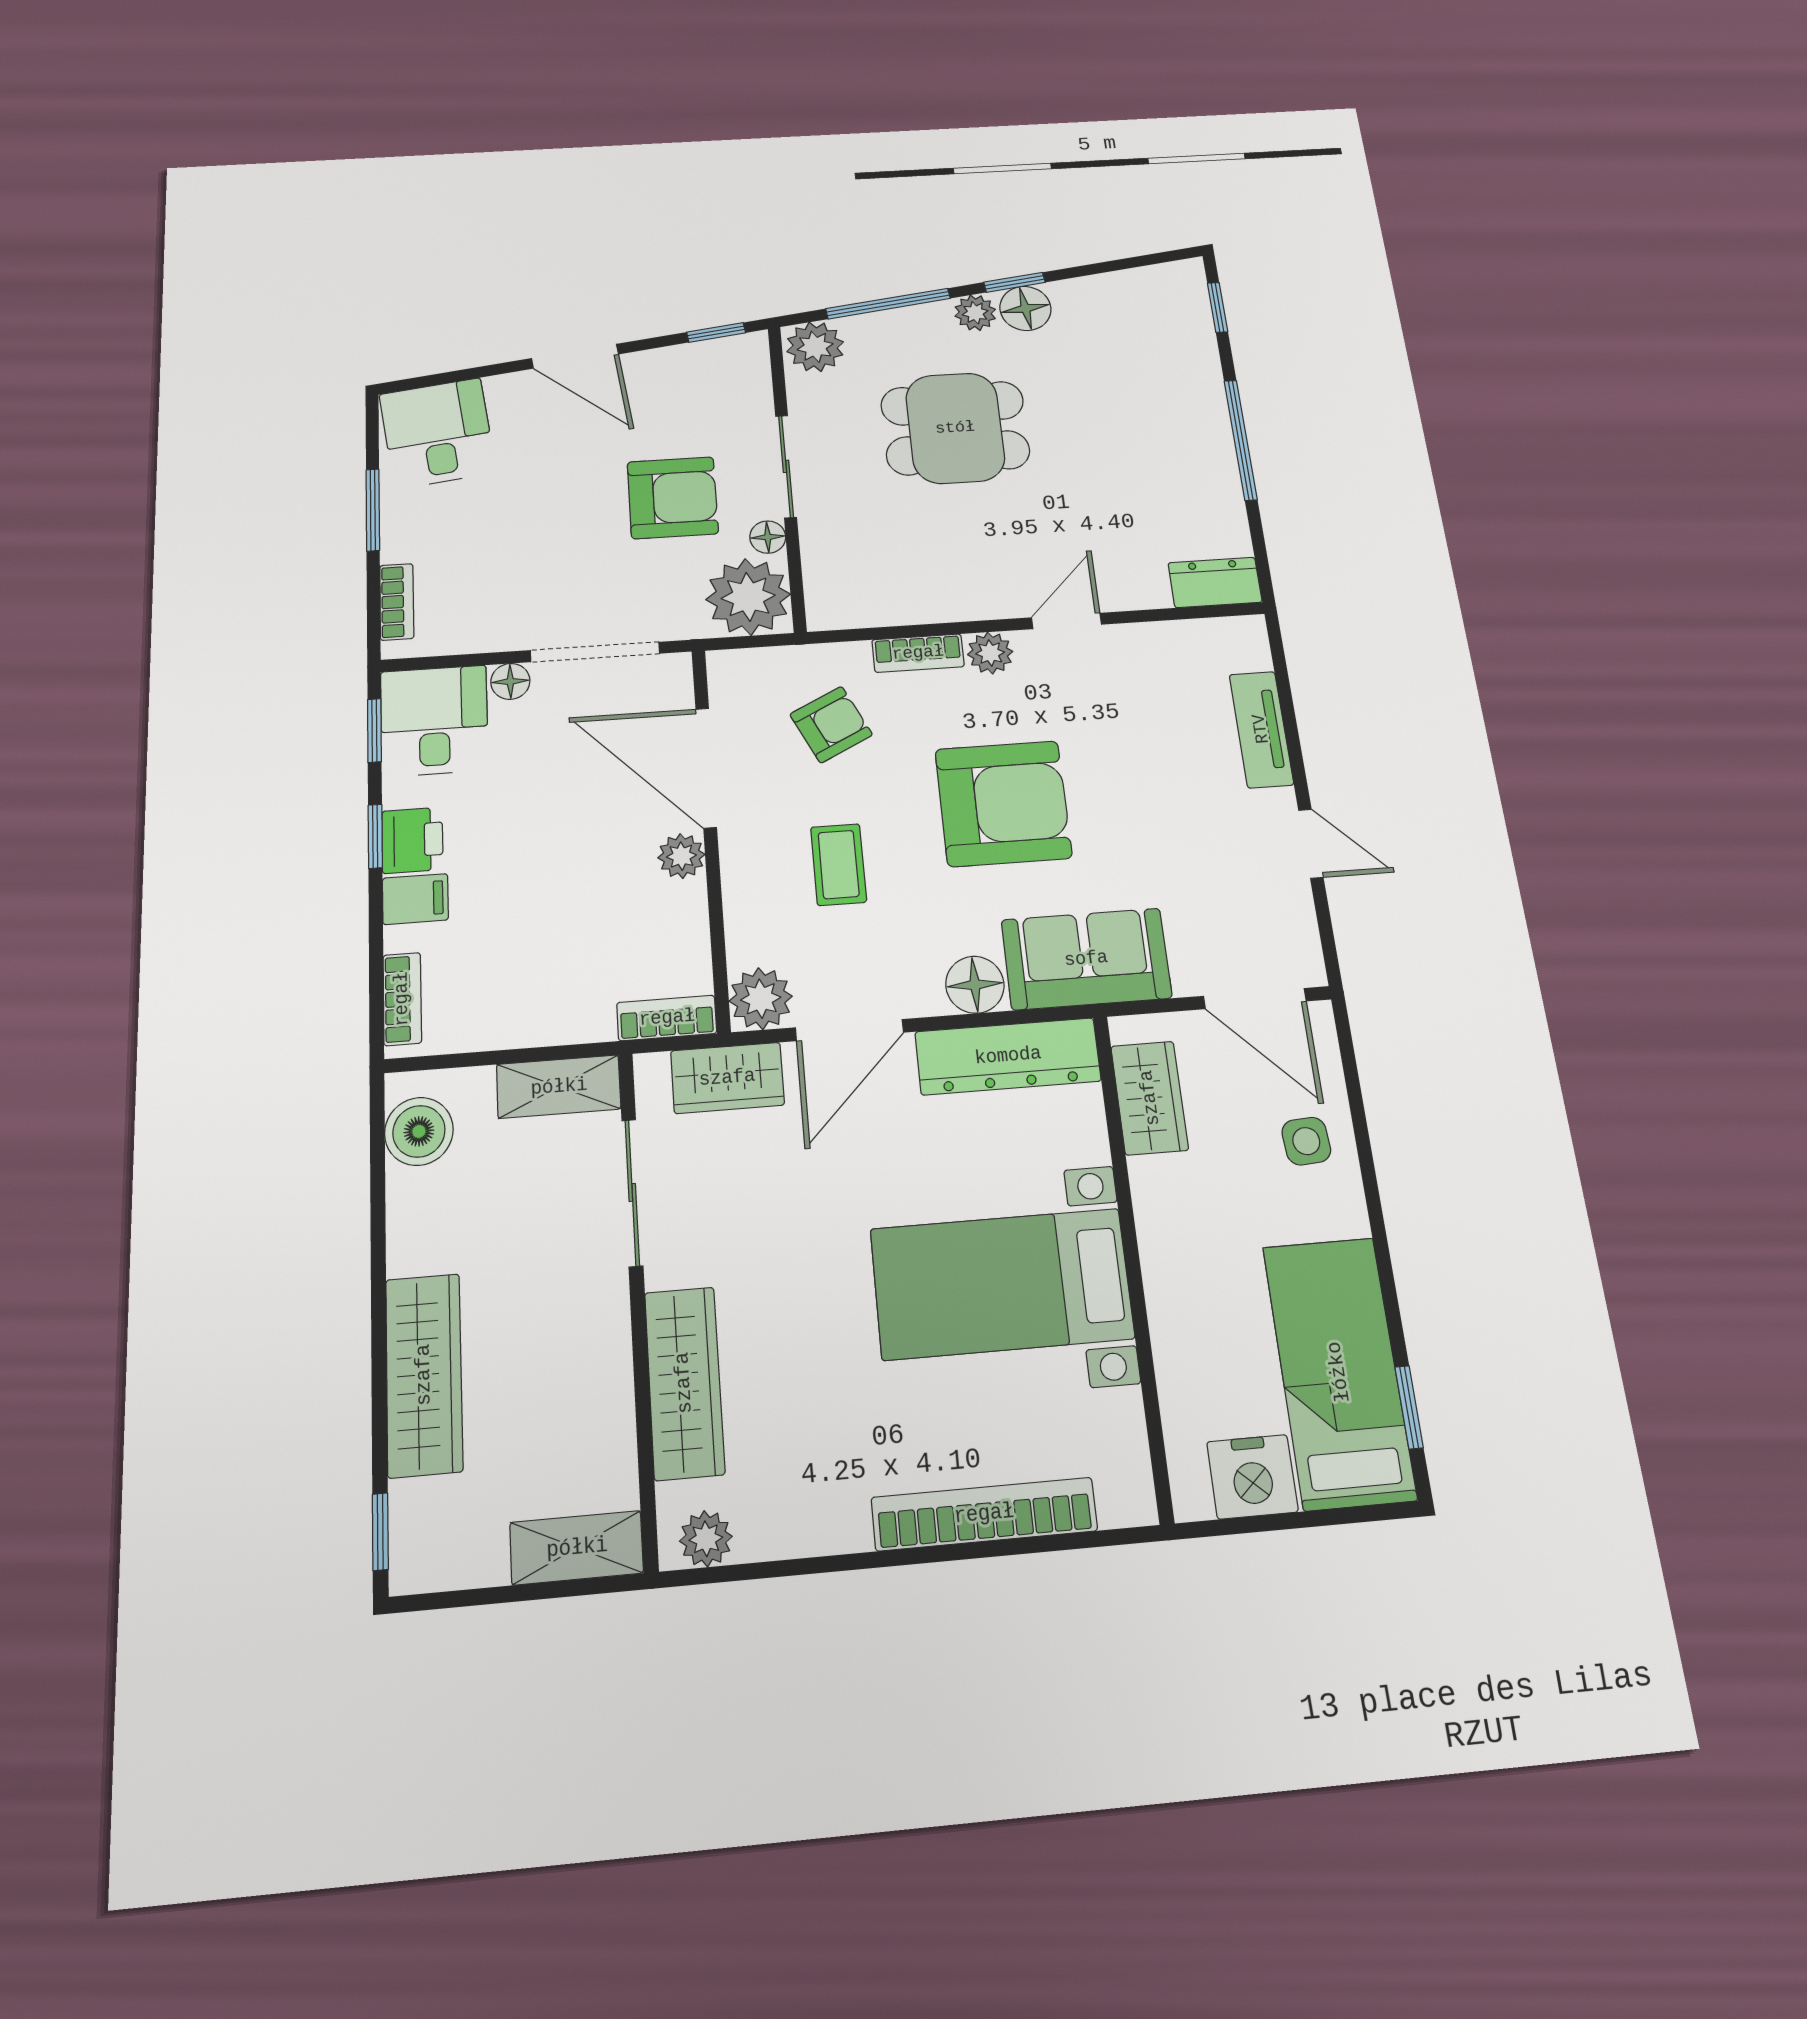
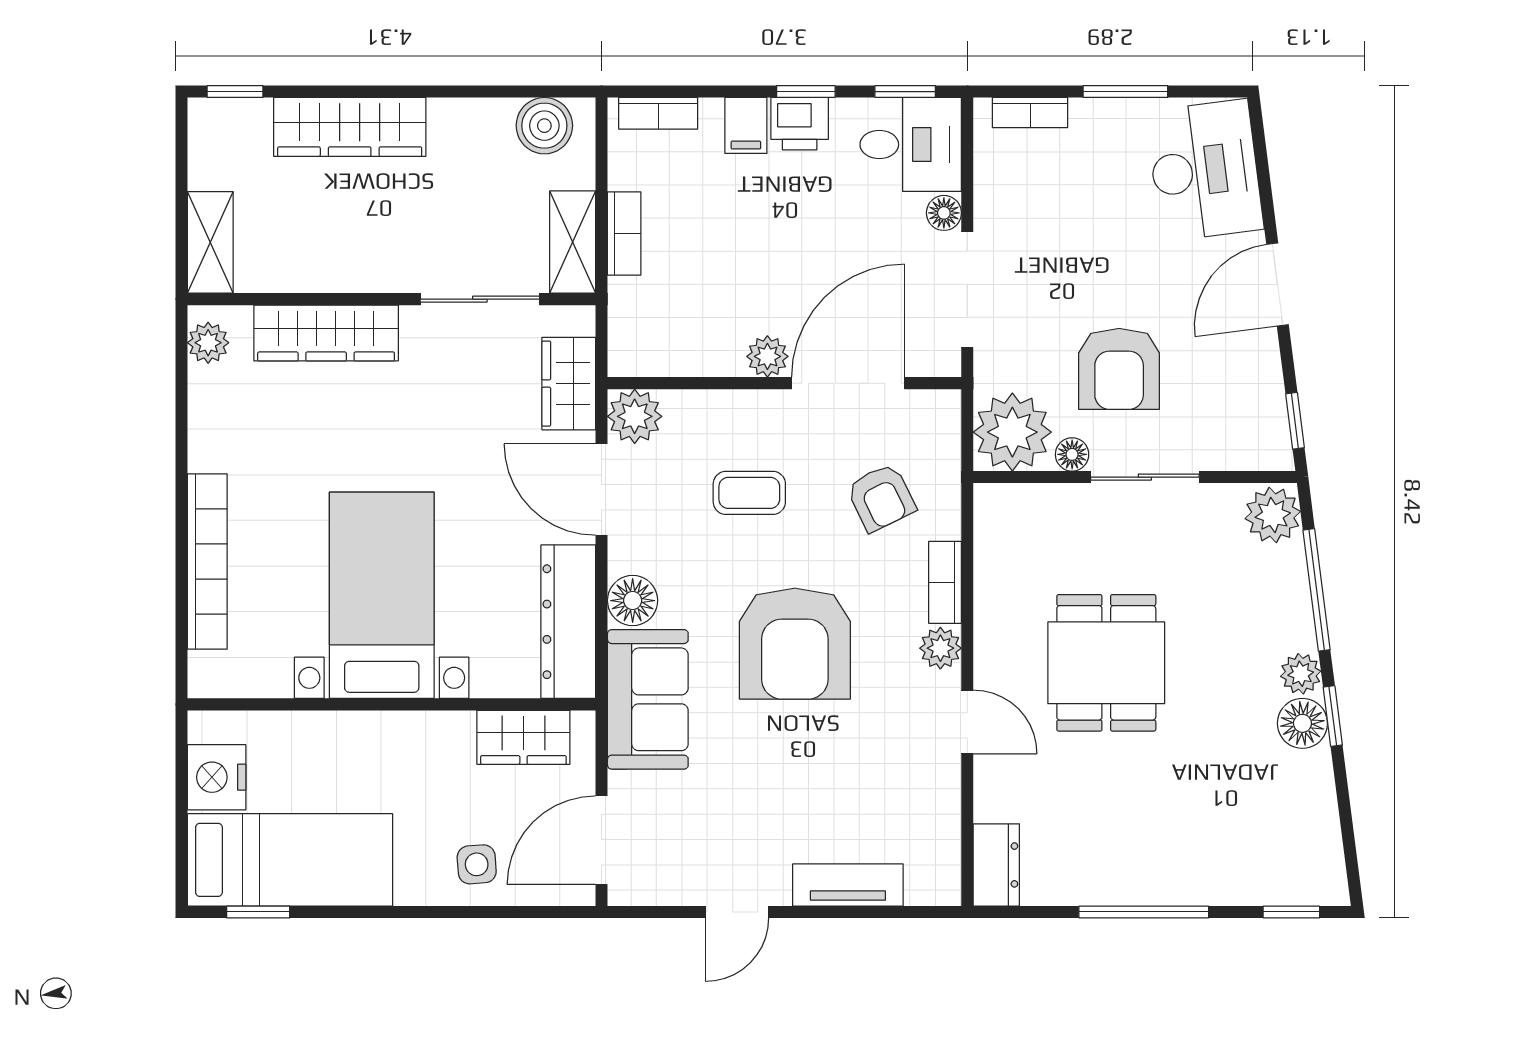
dining table: (955, 428) -> (1106, 663), moved
desk: (438, 433) -> (1205, 170), width x1.37
bookcase: (667, 1018) -> (624, 233), moved

